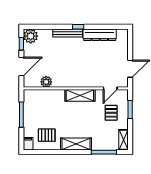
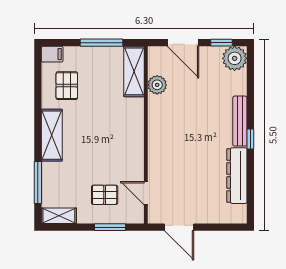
shelving: (80, 95) -> (134, 71), moved

